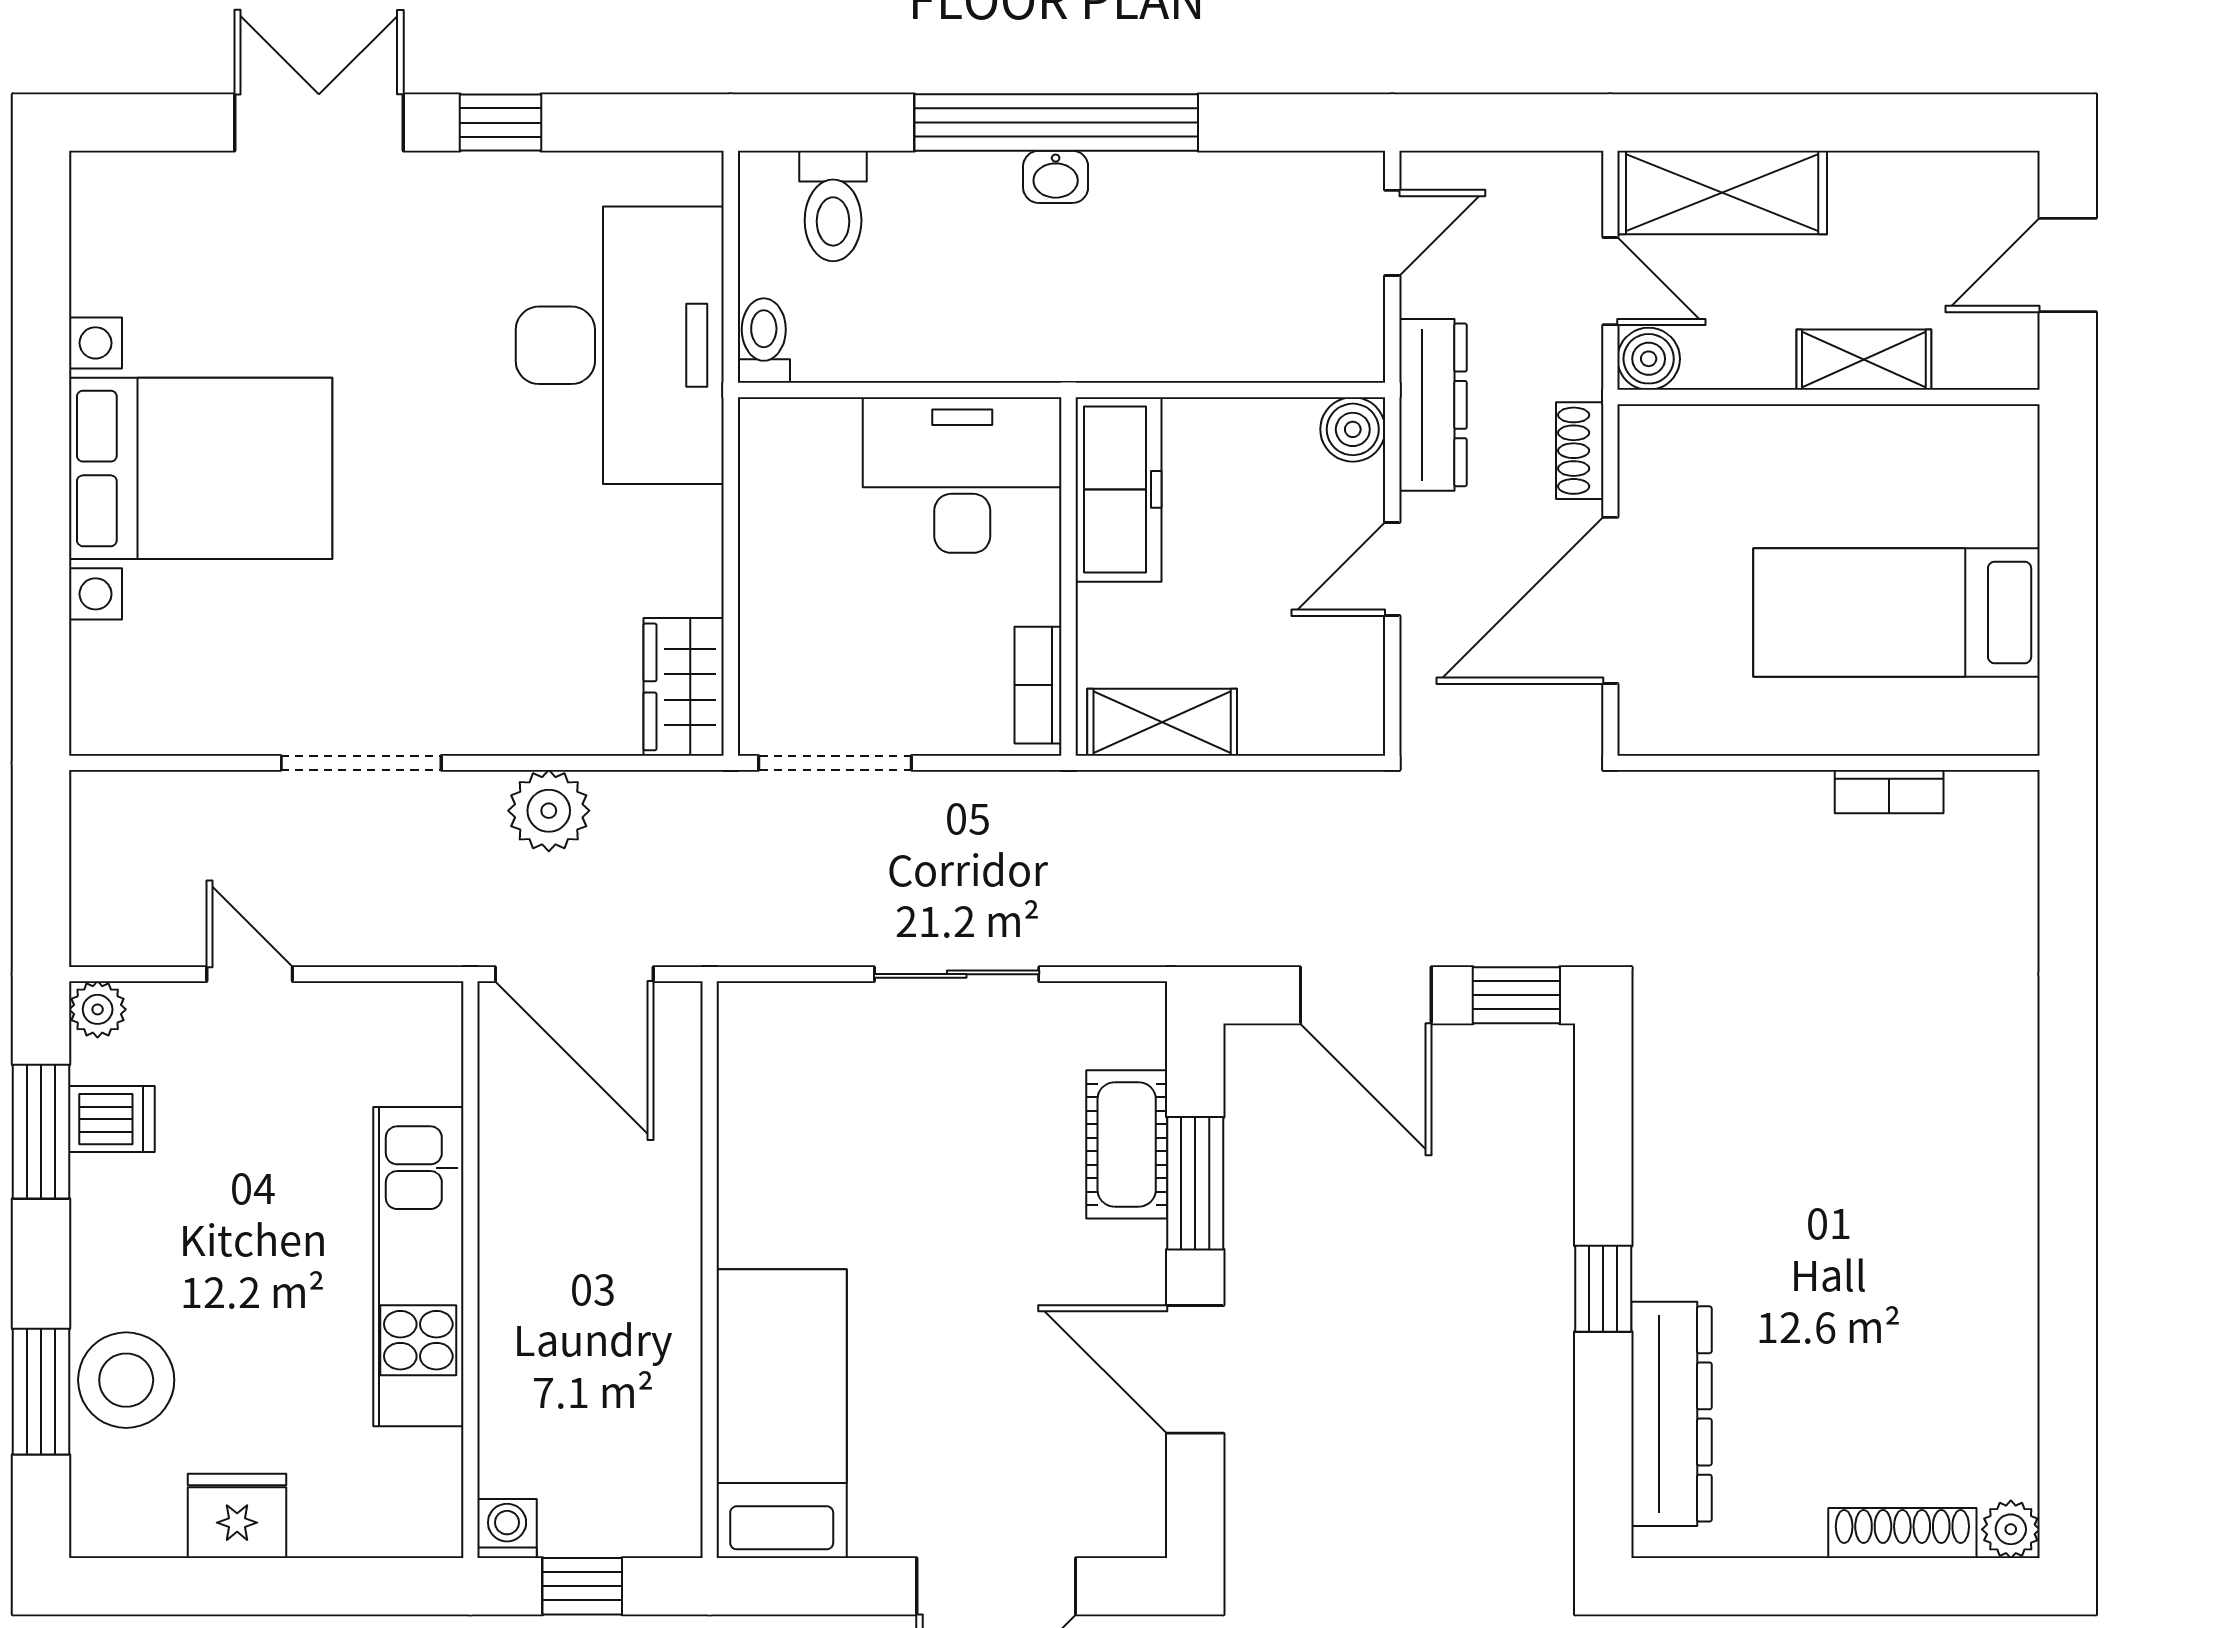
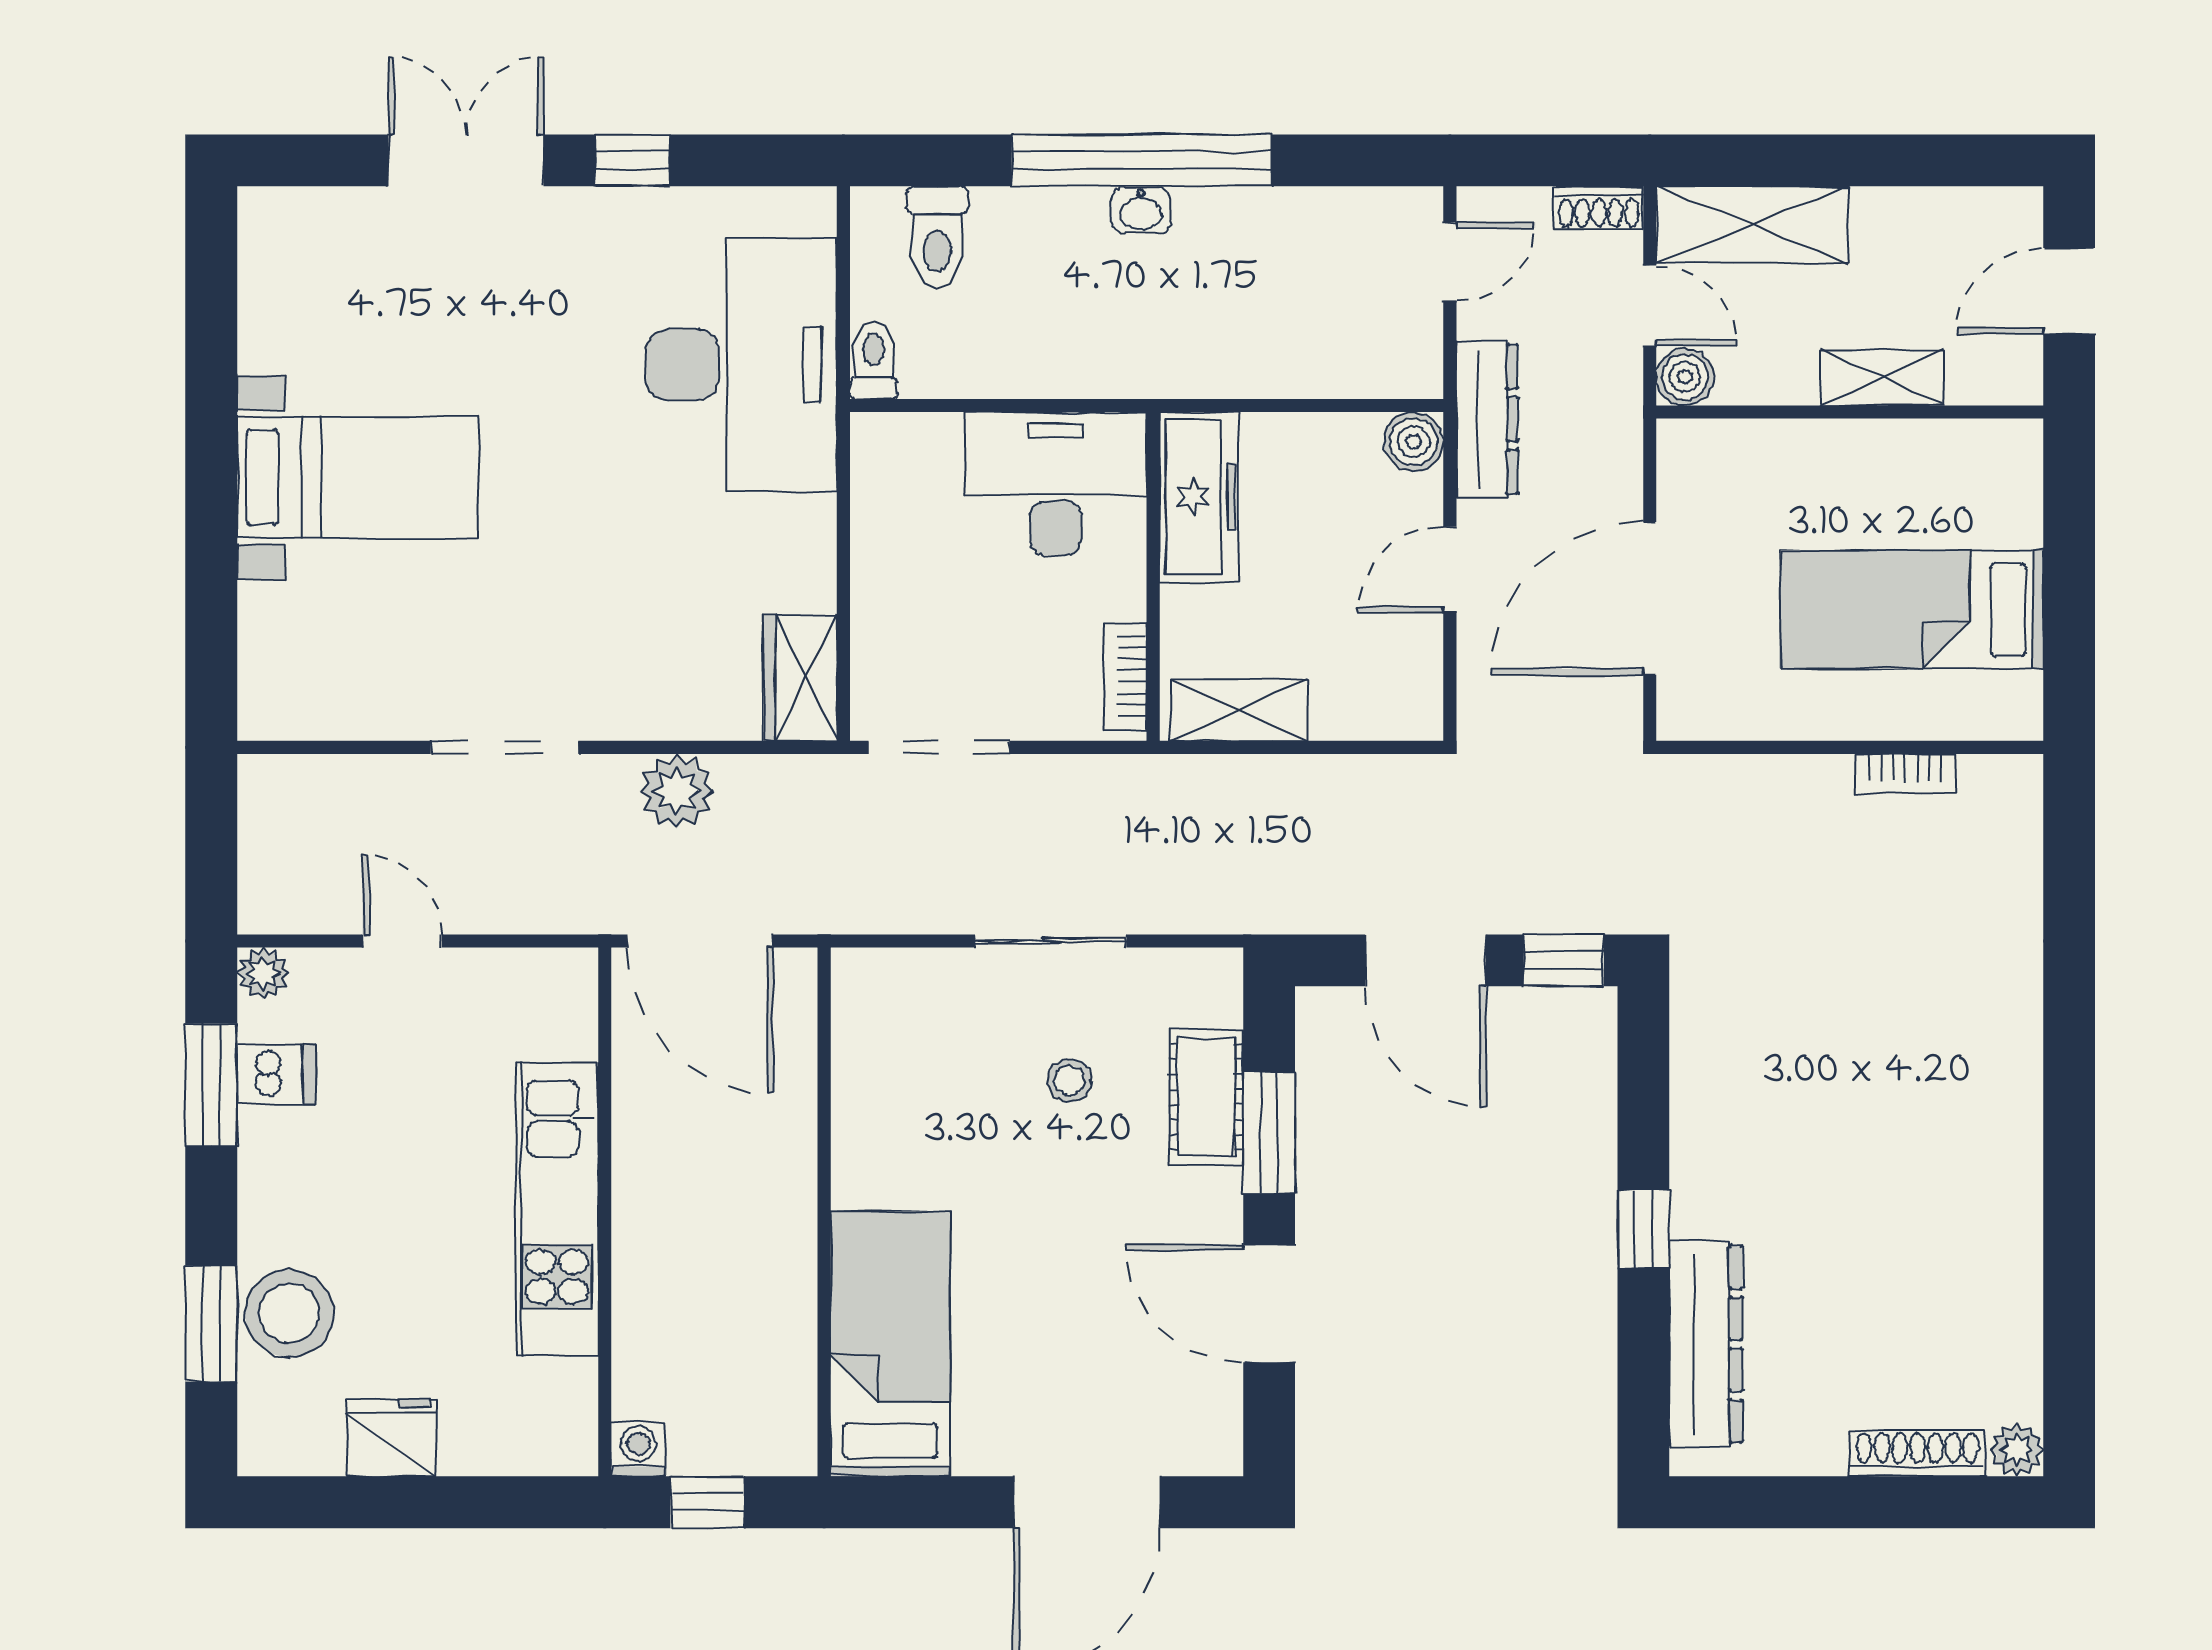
shoe rack: (1580, 451) -> (1599, 208), moved, turned -90
bed with nightstands: (201, 468) -> (358, 477), width x0.73
stool: (977, 1126) -> (1069, 1081), added

